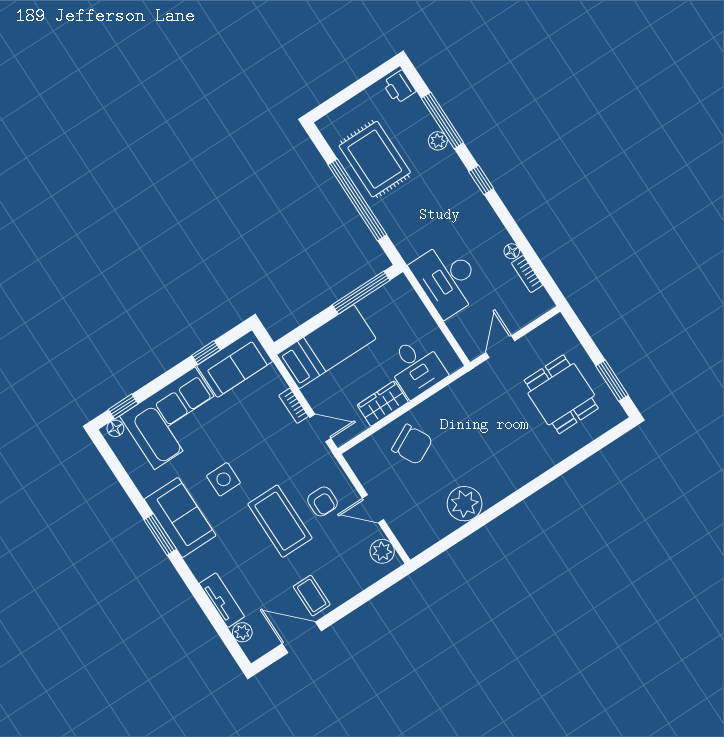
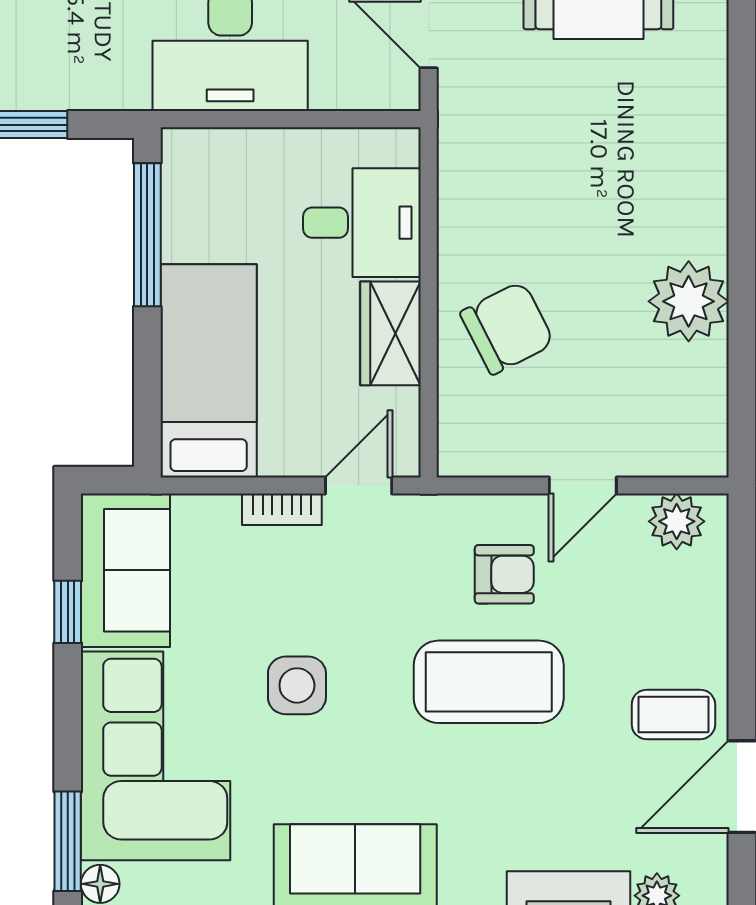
window: (123, 407) -> (68, 841), width x1.50
side table: (223, 479) -> (297, 685), moved

